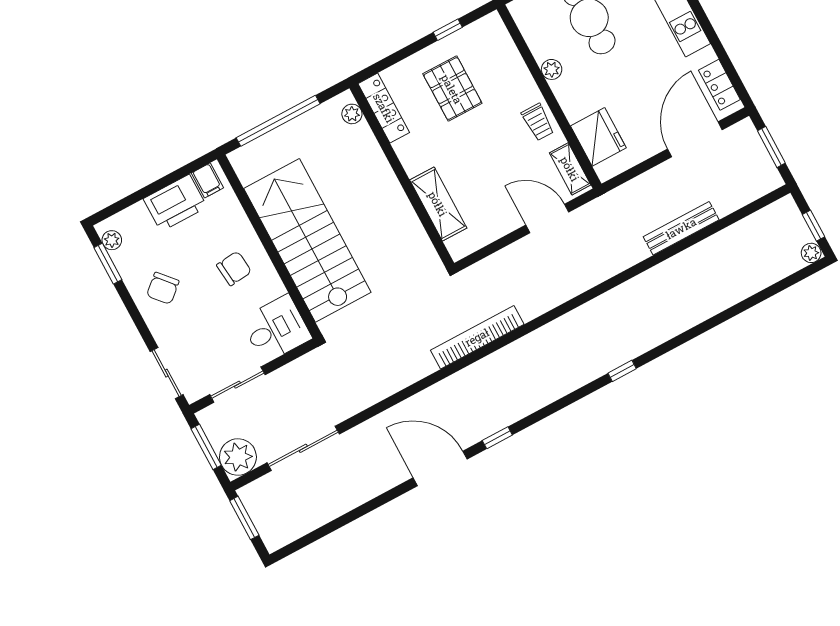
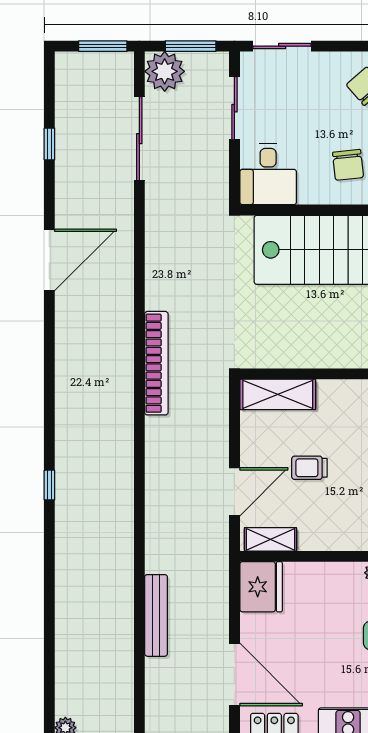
trolley: (538, 122) -> (309, 468), moved
fridge: (598, 137) -> (261, 587), moved, turned -90
shelving: (438, 204) -> (278, 394), moved
window: (497, 438) -> (49, 144), moved

